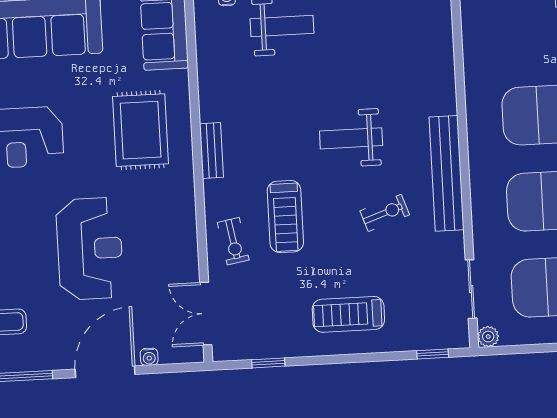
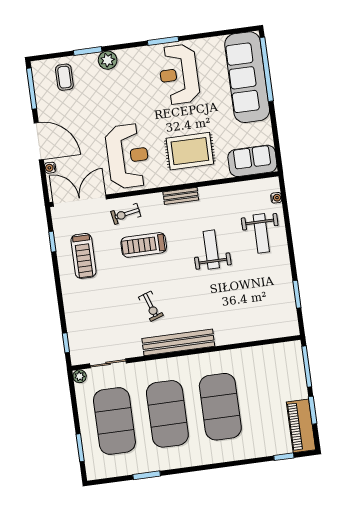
weight bench: (351, 138) -> (211, 250), moved
reception desk: (90, 249) -> (128, 156), moved, turned -90
double door: (206, 314) -> (80, 201), width x1.37
treadmill: (348, 314) -> (83, 256), moved, turned 180

